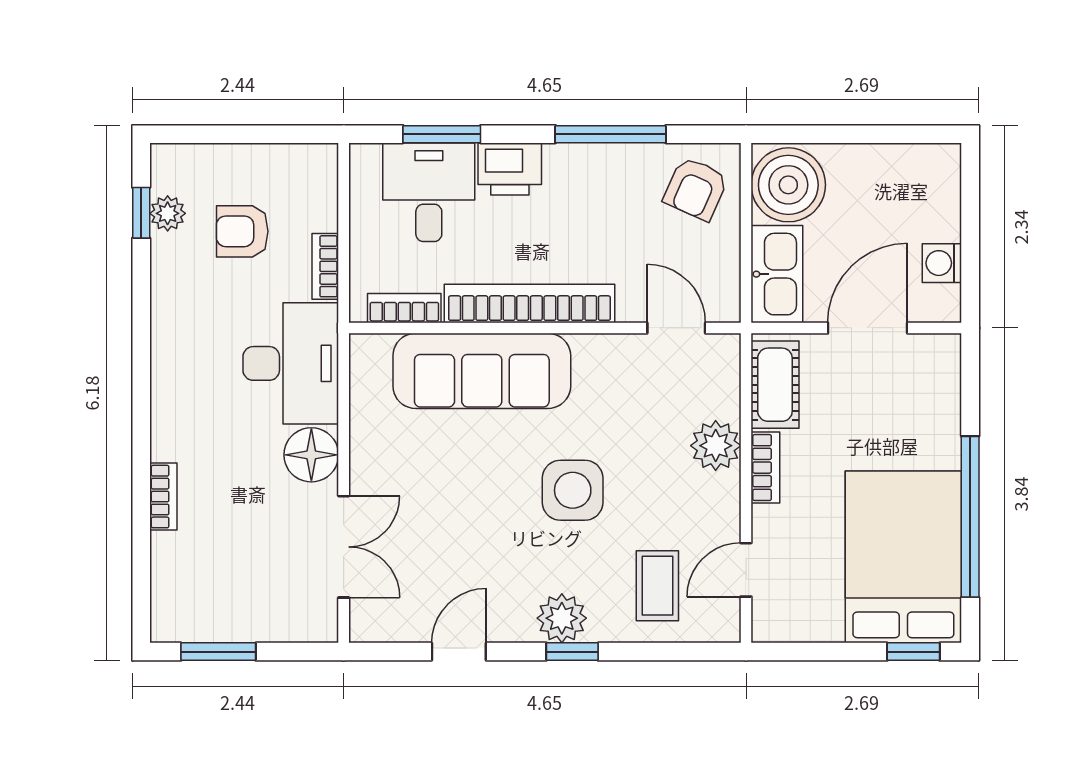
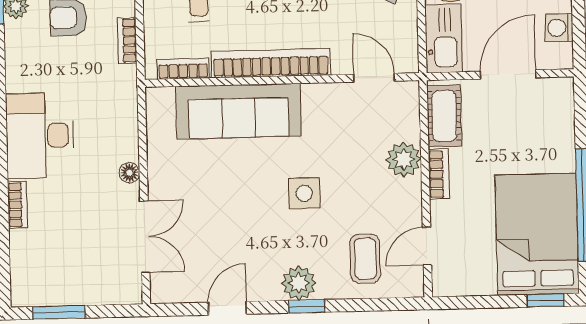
desk: (291, 363) -> (40, 136), moved, turned 180
floor lamp: (311, 455) -> (129, 173), width x0.53, depth x0.53
side table: (573, 490) -> (304, 193), width x0.73, depth x0.73

